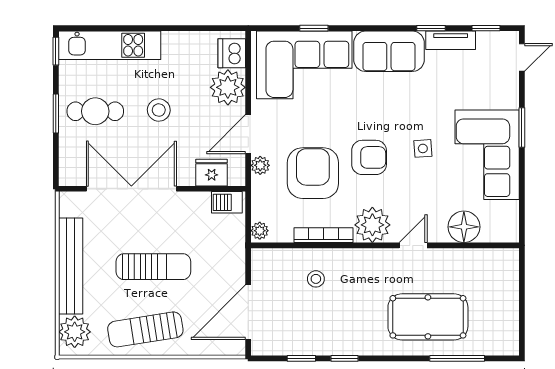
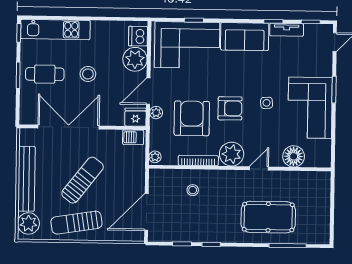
fridge: (212, 173) -> (135, 117), moved
sun lounger: (153, 267) -> (83, 180), turned -52

